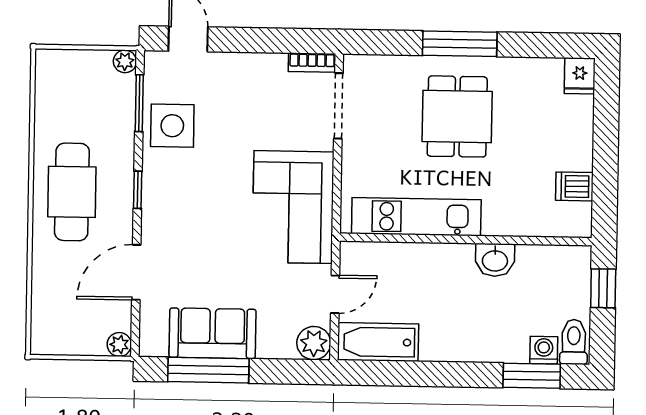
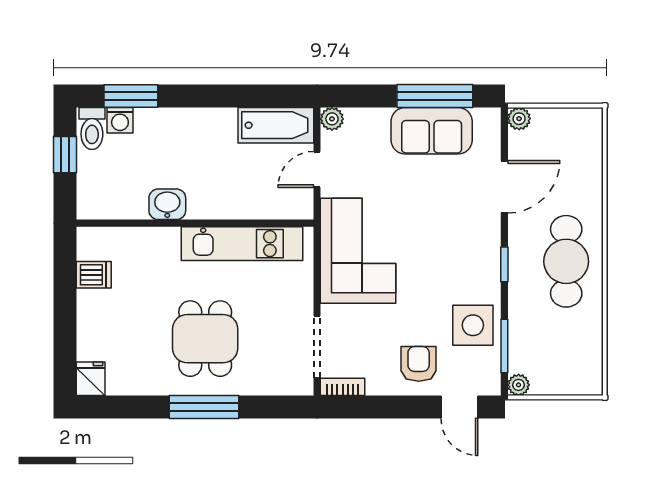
armchair: (231, 86) -> (419, 364), added
window: (603, 288) -> (65, 155), moved
plant: (314, 343) -> (332, 119), width x0.73, depth x0.73

